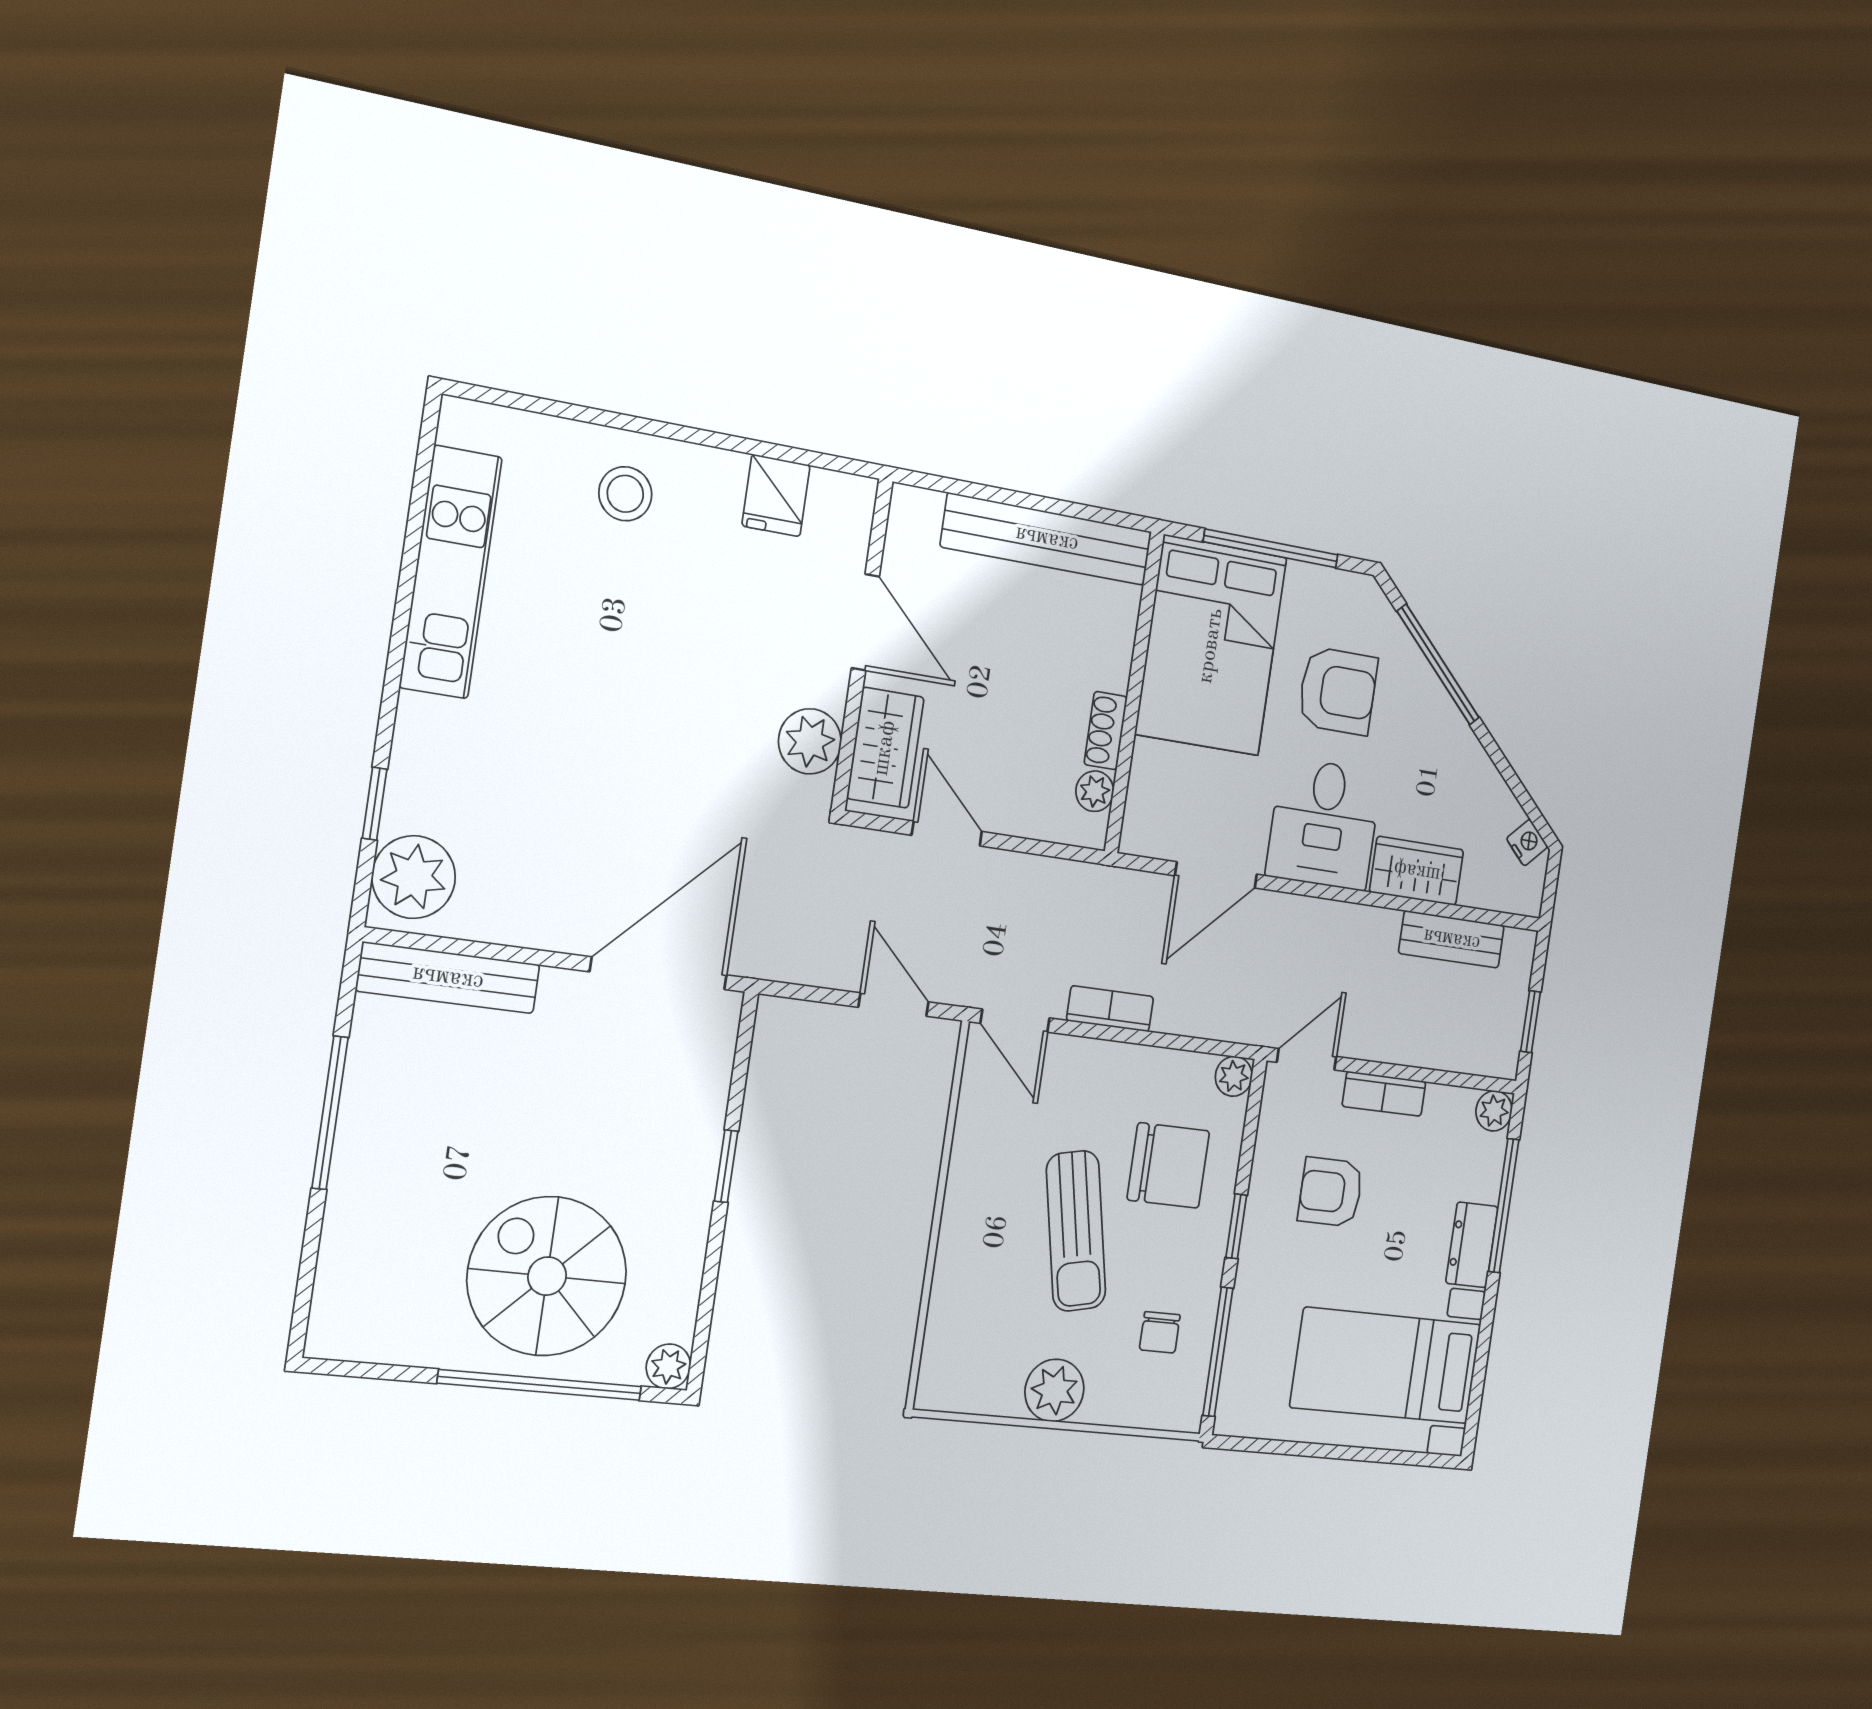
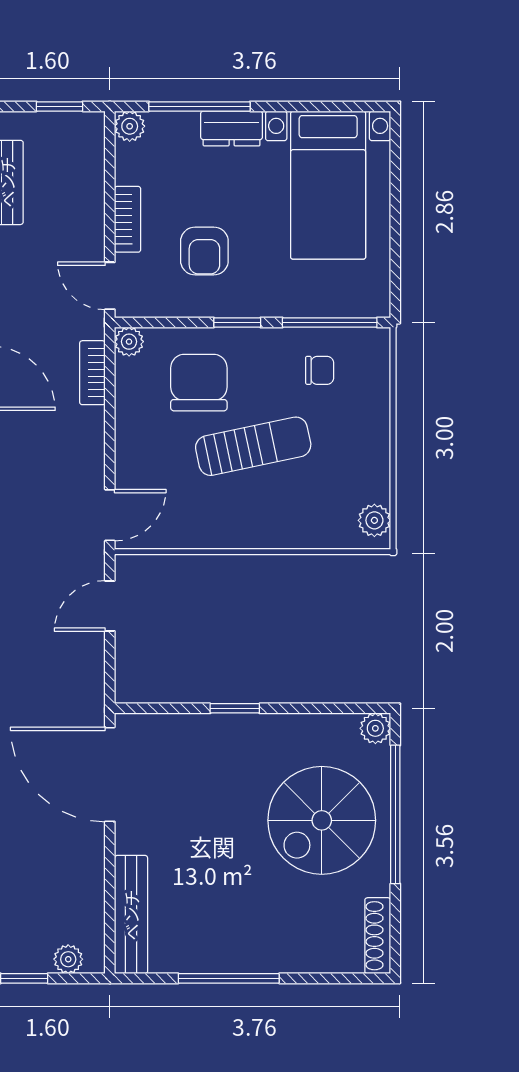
plant: (414, 877) -> (68, 959), width x0.53, depth x0.53
bookcase: (1110, 1009) -> (92, 373), moved
shoe rack: (363, 1343) -> (378, 936), added
plant: (1054, 1390) -> (374, 520), moved, width x0.73, depth x0.73

